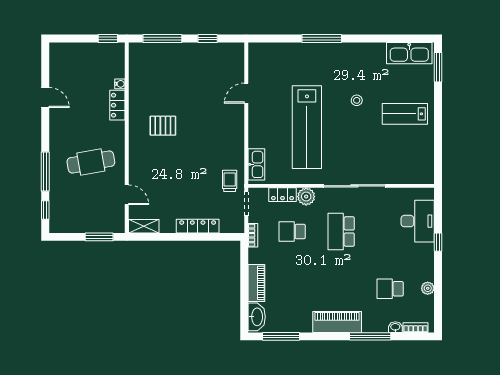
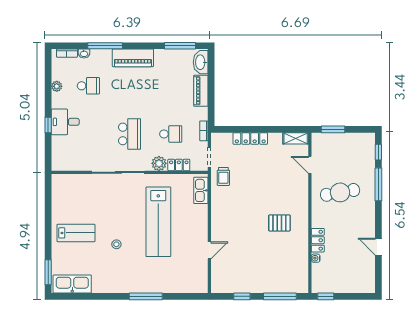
lab bench: (307, 127) -> (158, 222), turned 180
desk: (418, 221) -> (65, 122), moved, width x0.73

